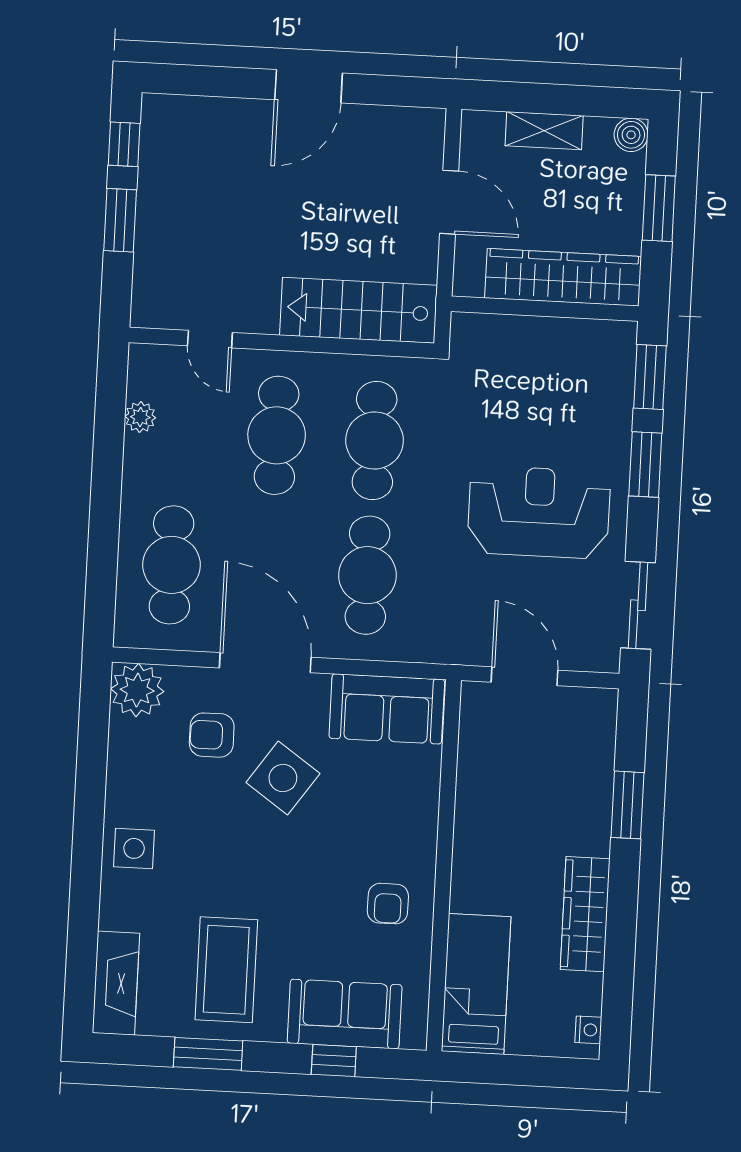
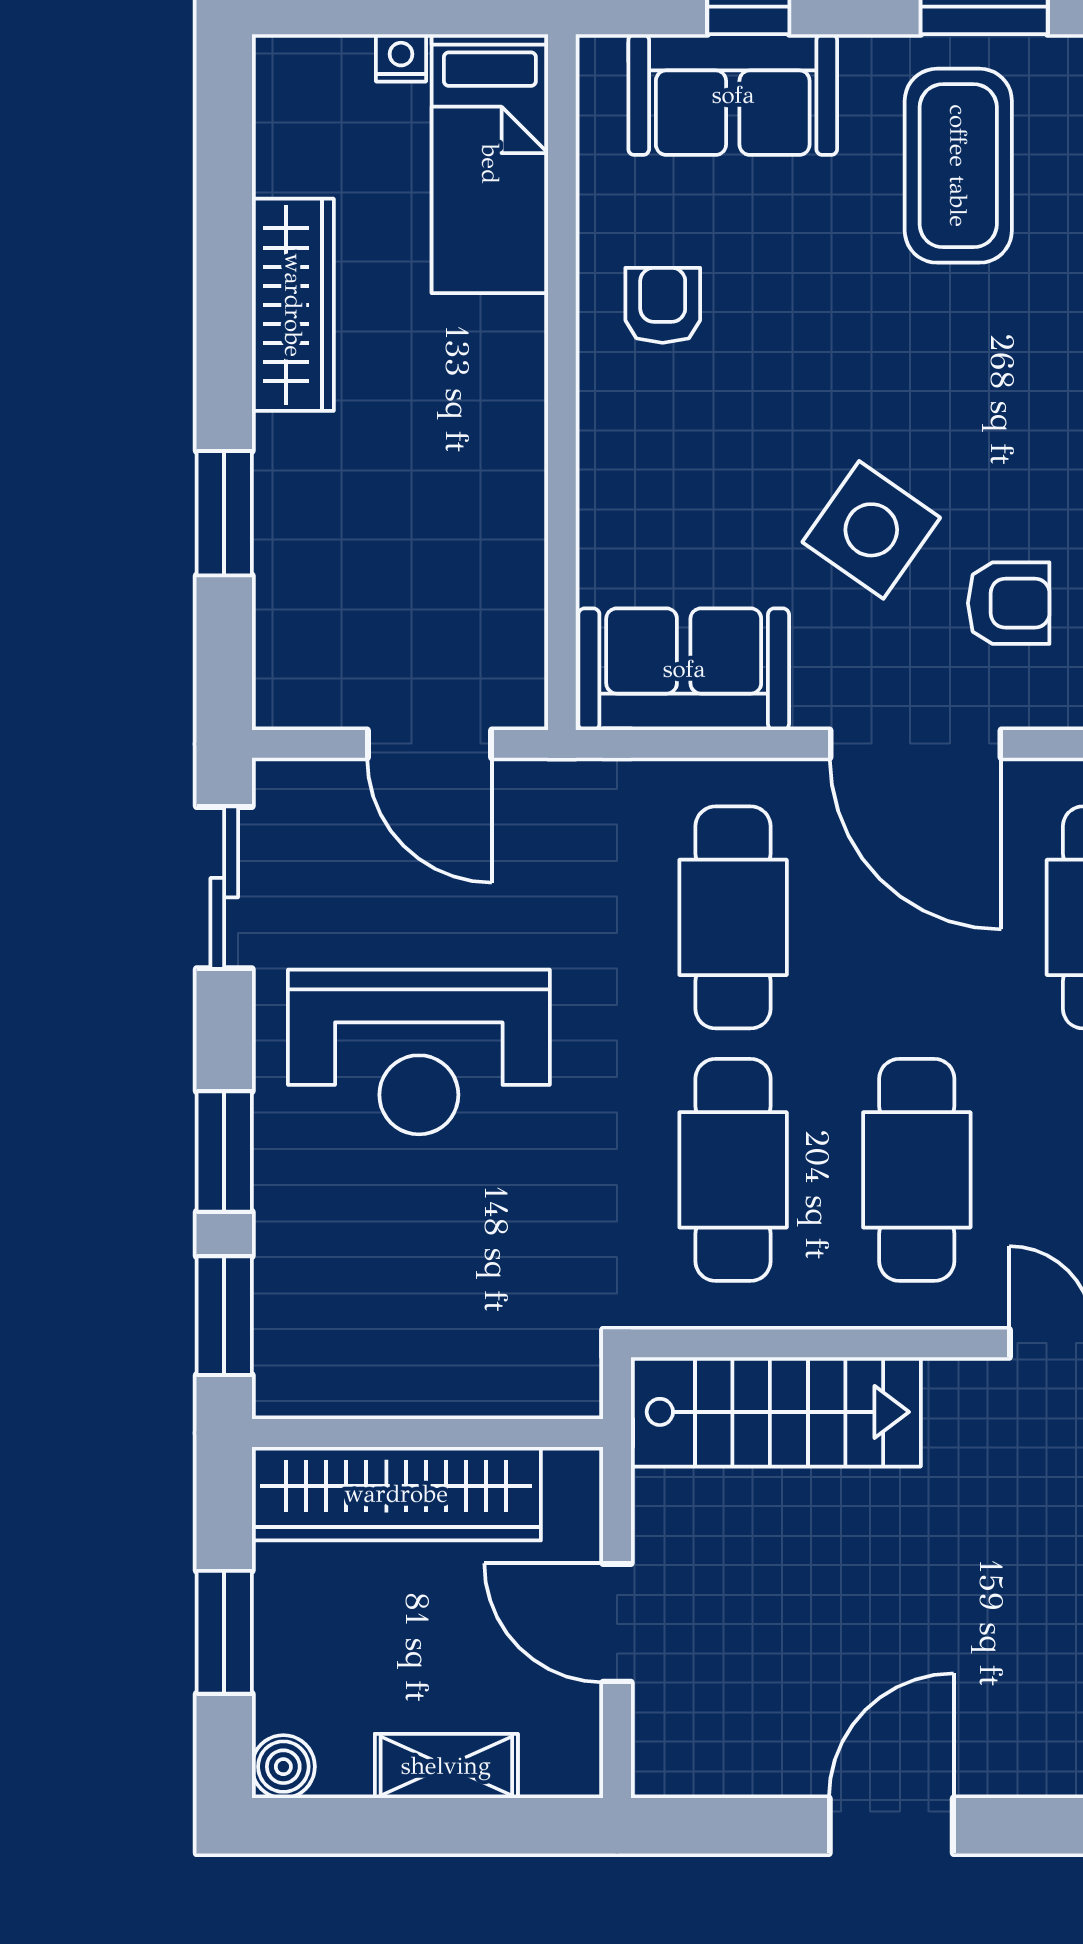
nightstand: (588, 1030) -> (401, 58), moved, turned 90

